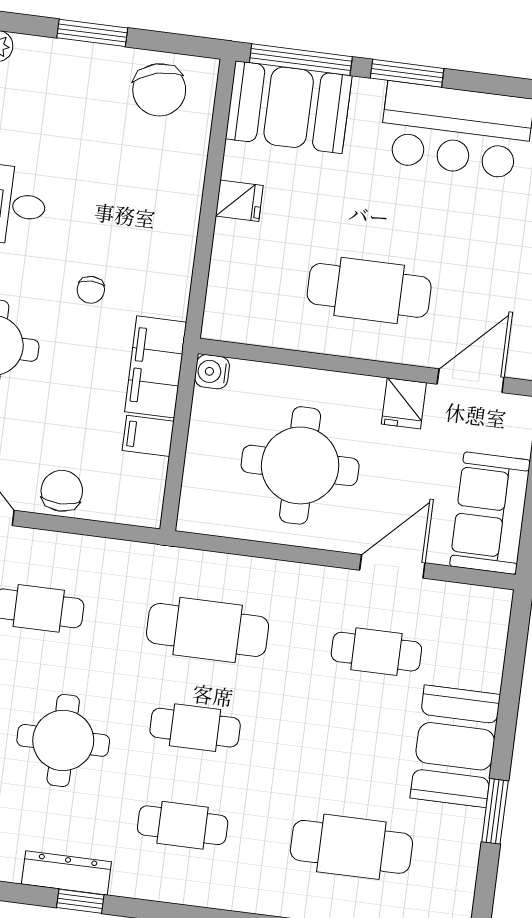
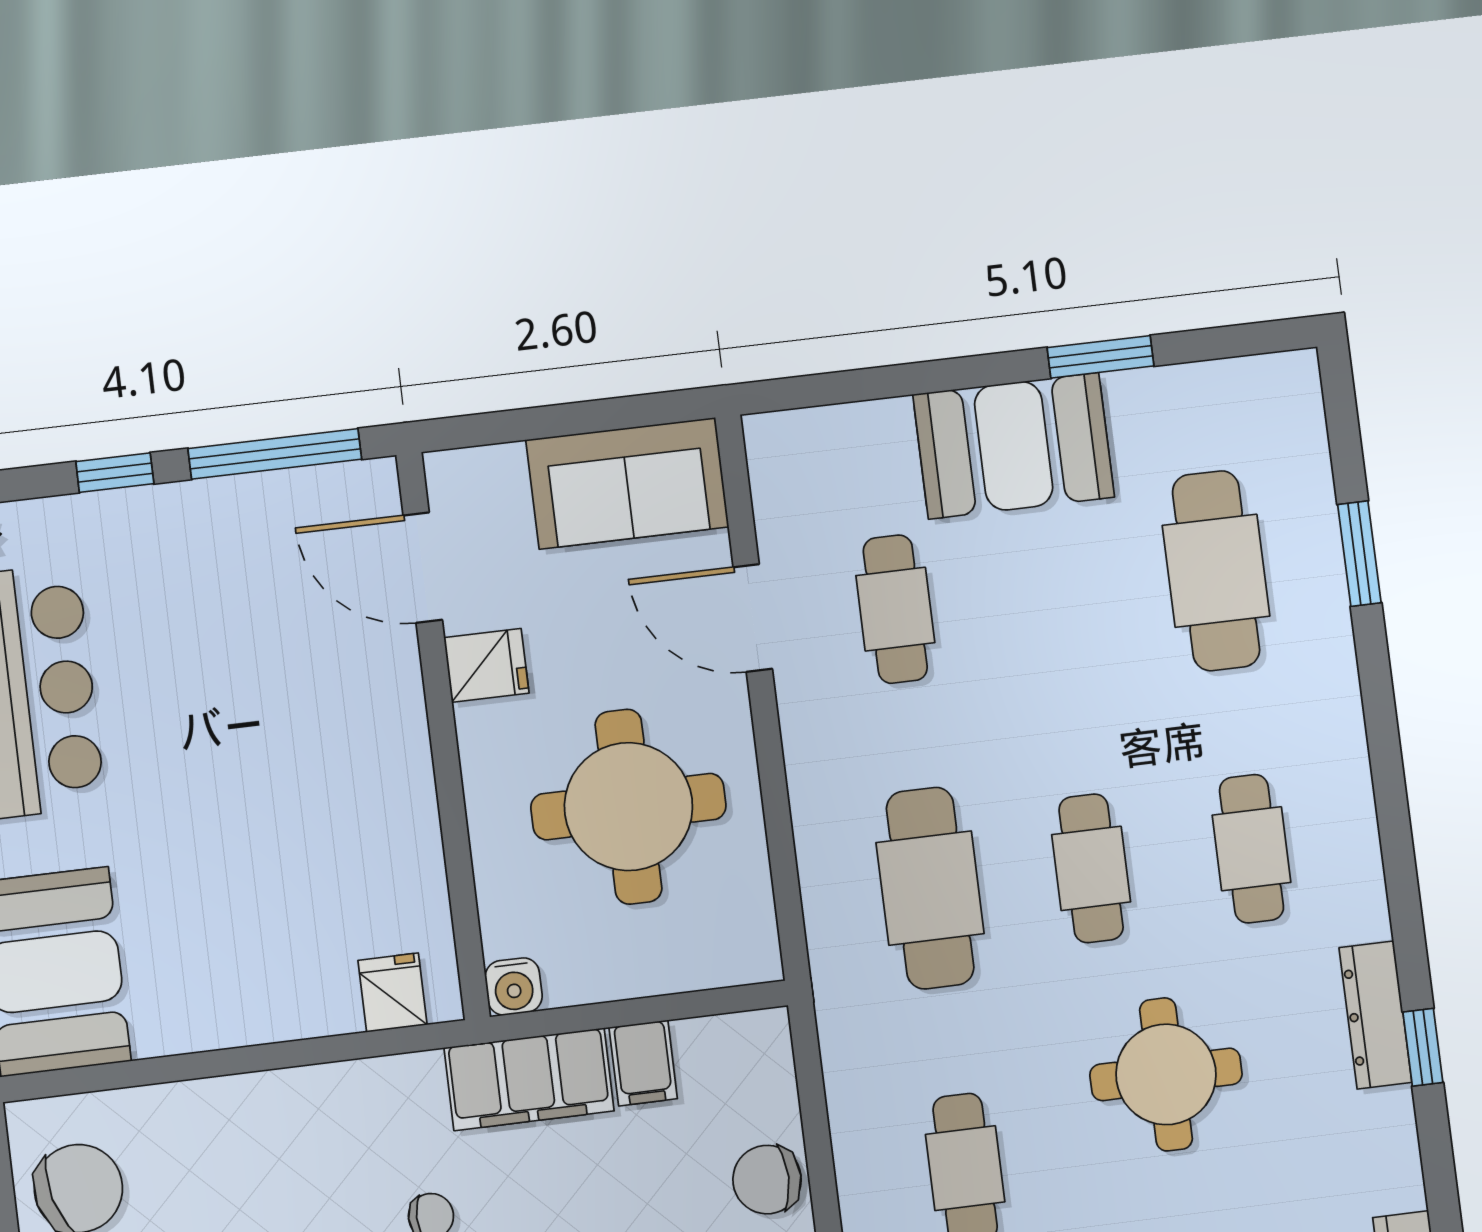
fridge: (239, 201) -> (392, 992), moved
cafe table: (369, 290) -> (319, 767), removed
window: (80, 901) -> (1423, 1047), moved

